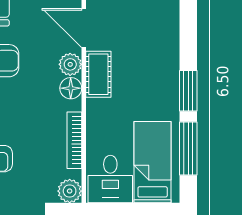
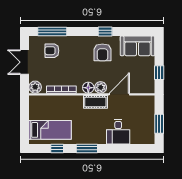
window: (188, 148) -> (57, 148), width x0.46
desk: (110, 179) -> (118, 132), moved, turned -90

